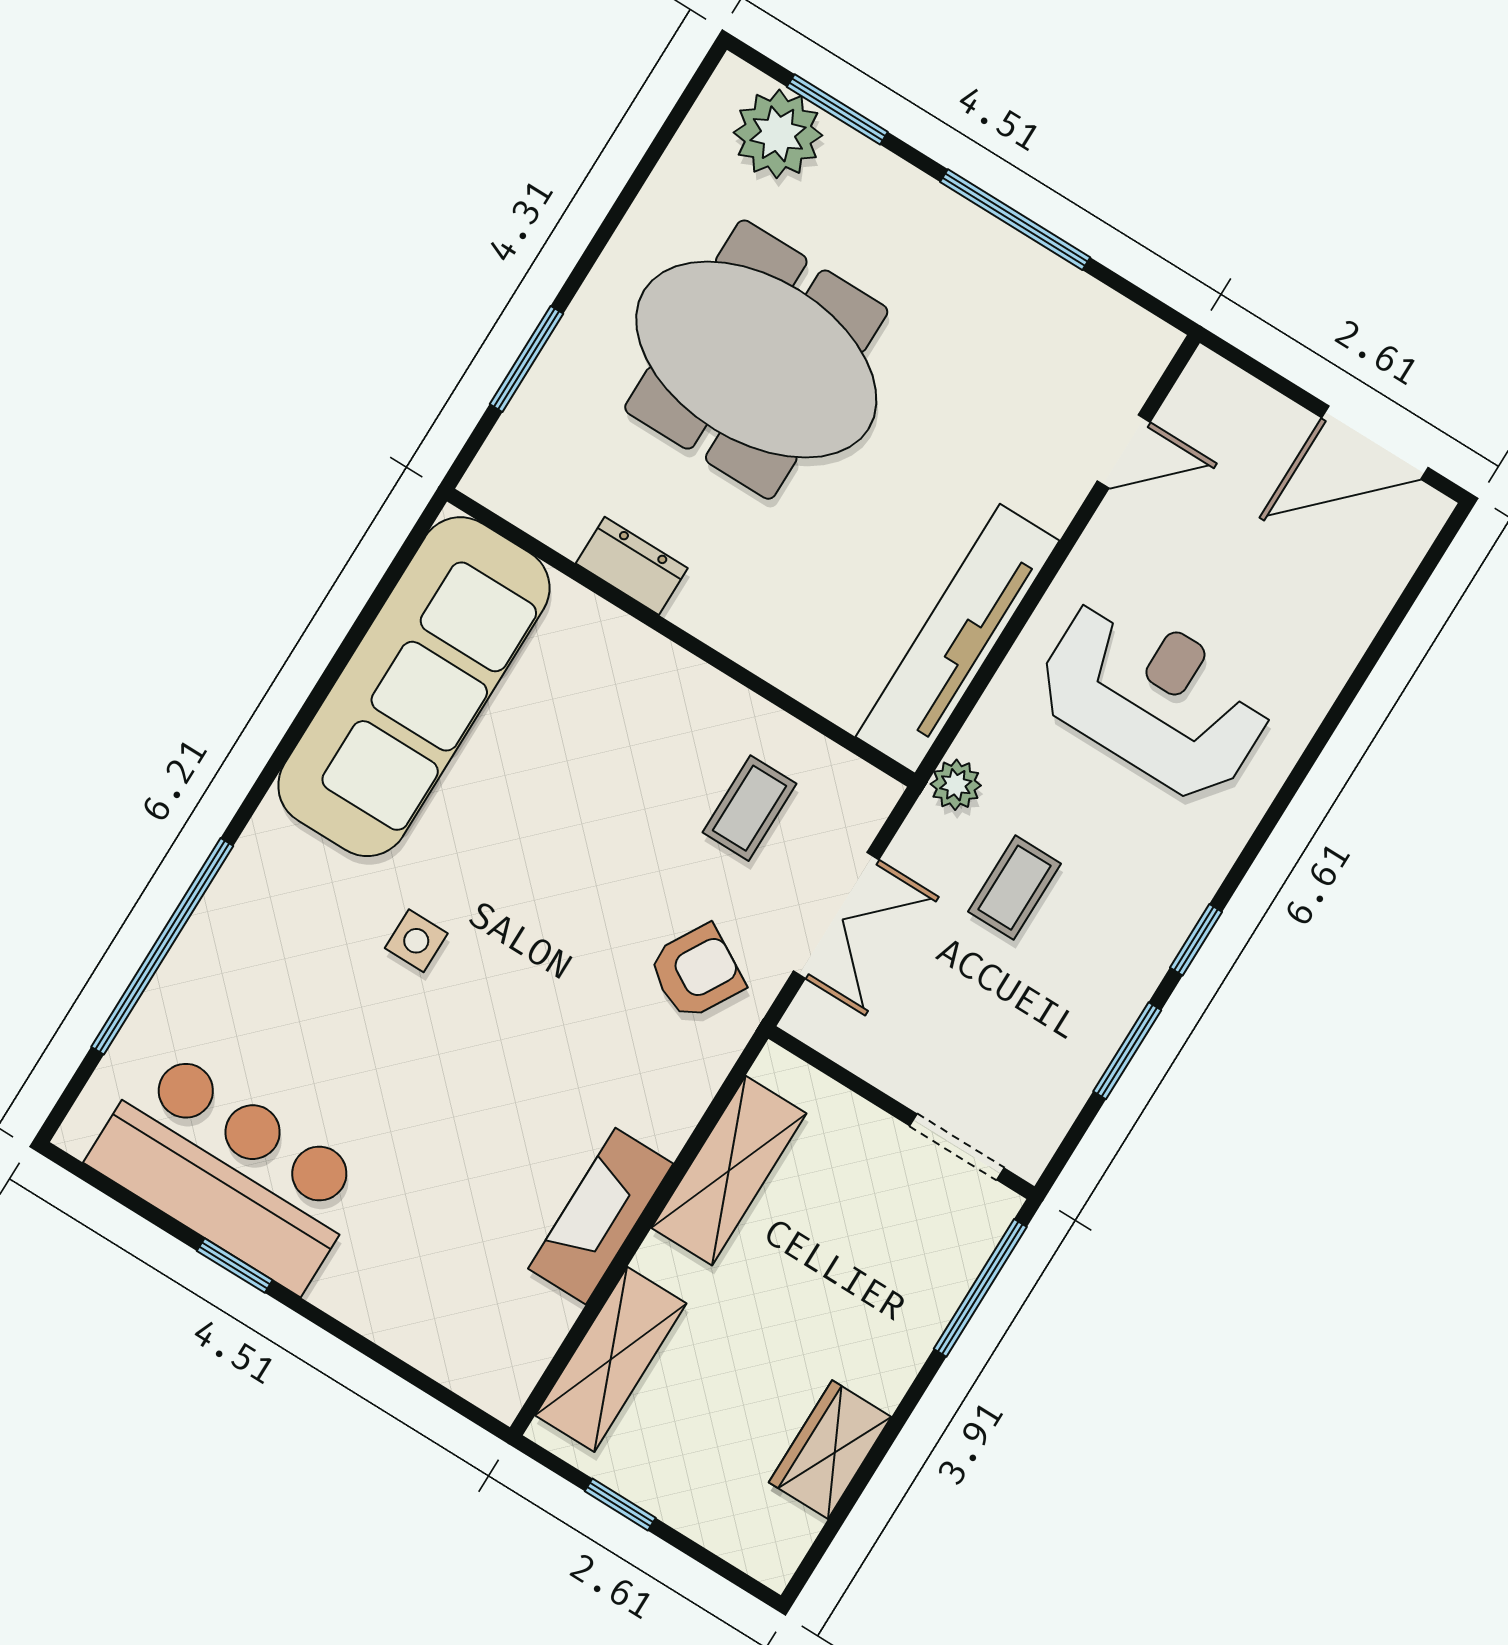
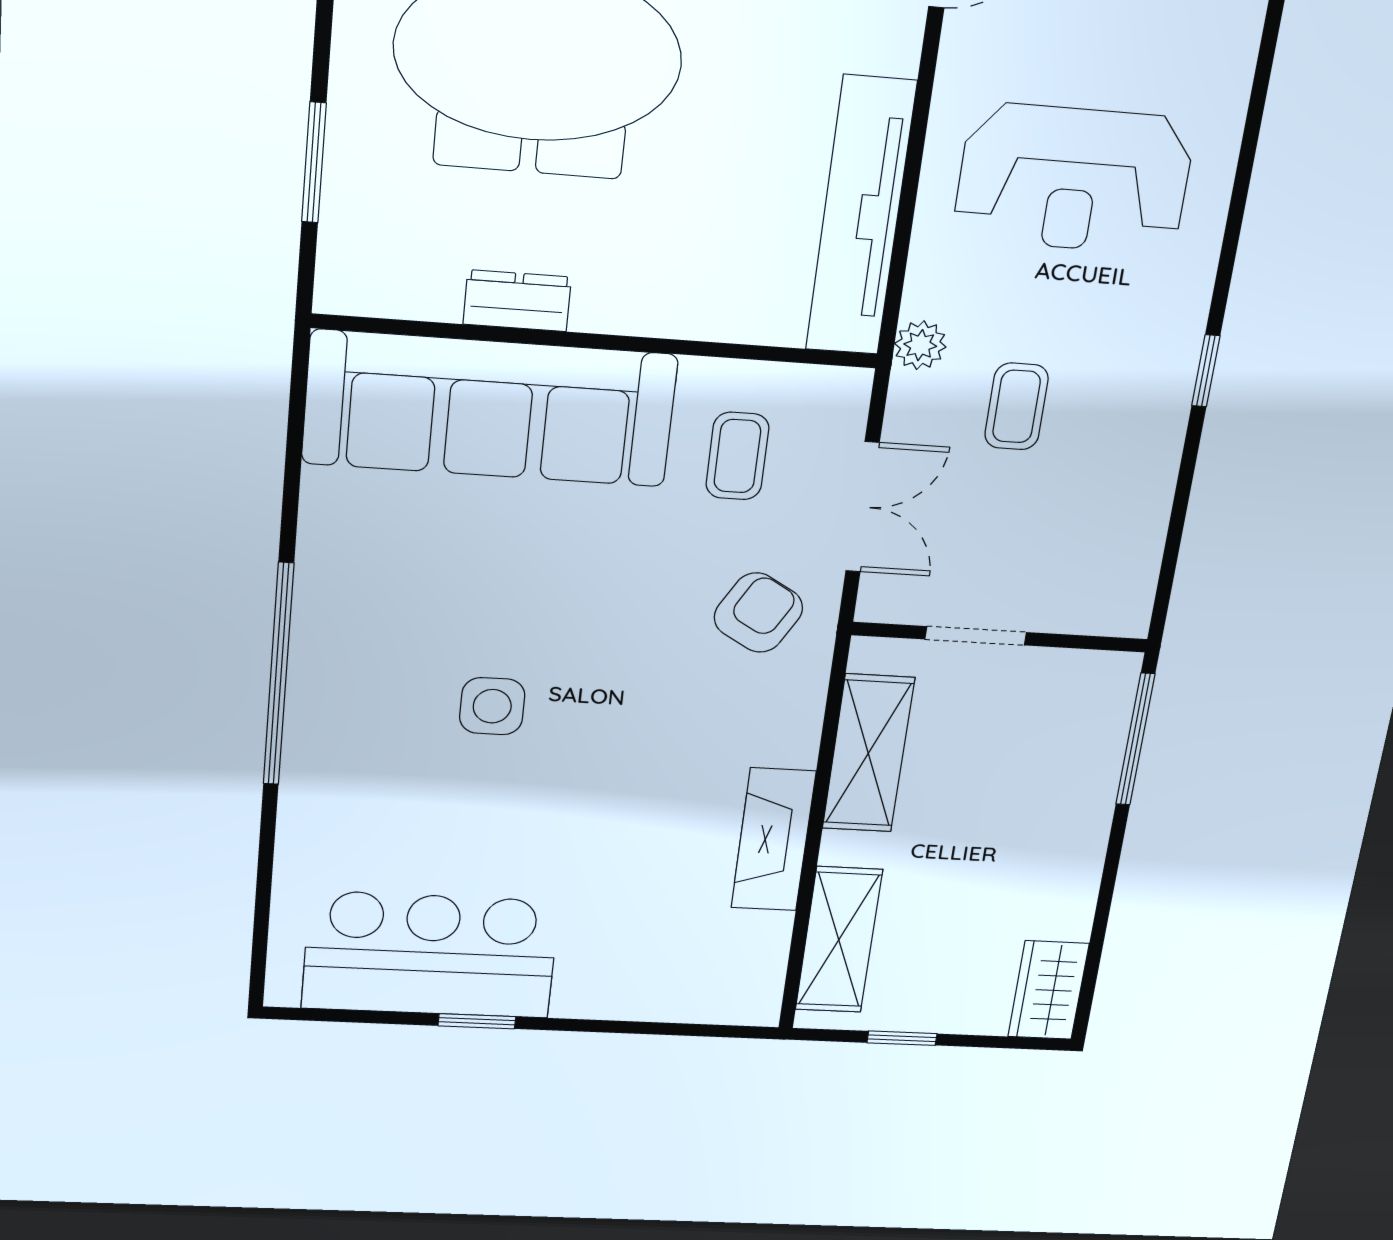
sofa: (414, 687) -> (490, 409), moved, turned 90
reception desk: (1154, 697) -> (1074, 179), turned 180
side table: (416, 941) -> (492, 706), width x1.37, depth x1.37
window: (162, 946) -> (278, 675), moved
window: (1127, 1051) -> (1183, 492), removed
doorway: (957, 1147) -> (976, 636), moved
wardrobe: (830, 1450) -> (1048, 990), moved

